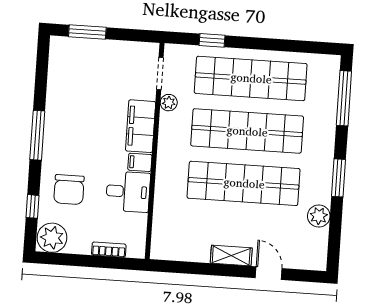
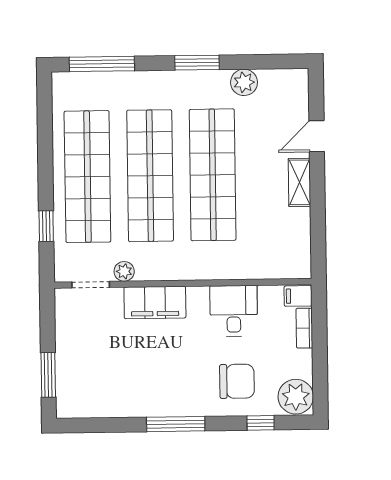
filing cabinet: (140, 162) -> (298, 296), moved, turned 90

